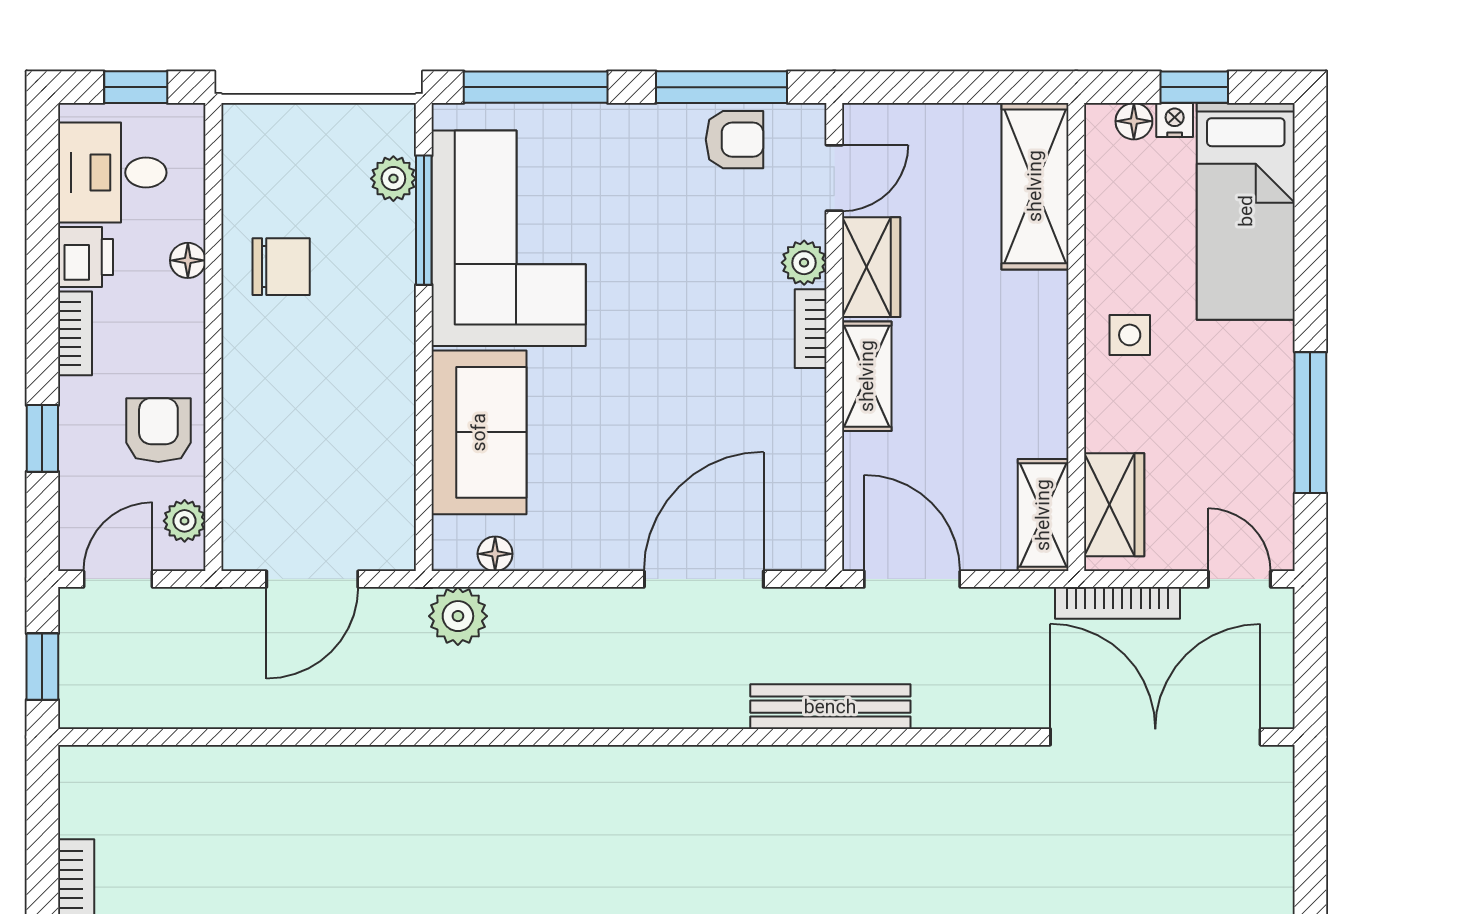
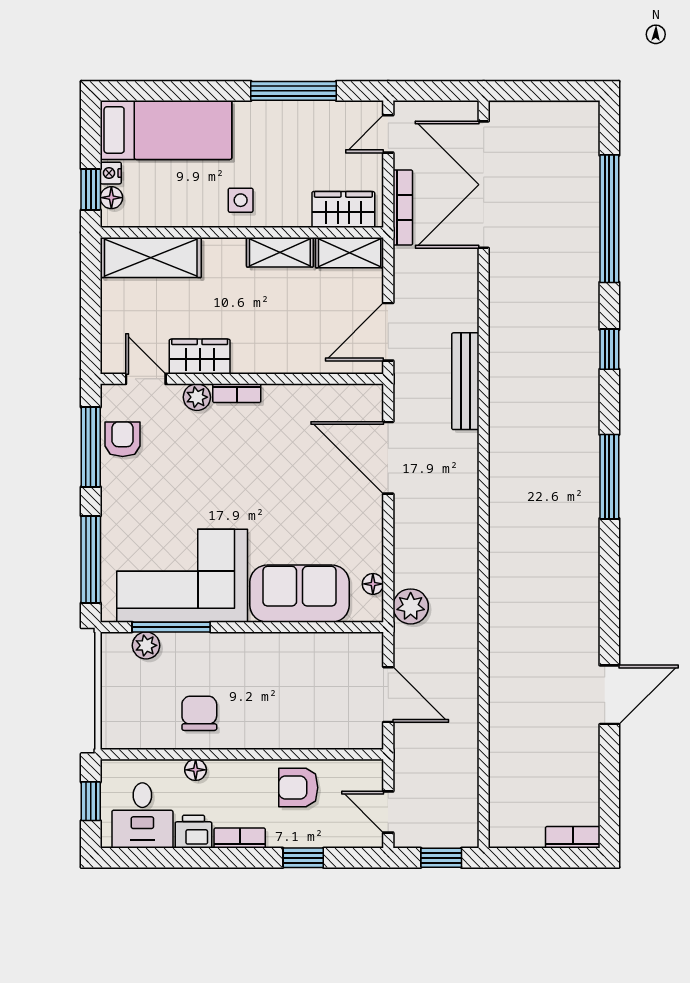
window: (1194, 87) -> (91, 189), moved
shelving: (867, 376) -> (280, 252), moved
plant: (185, 521) -> (353, 772), removed

